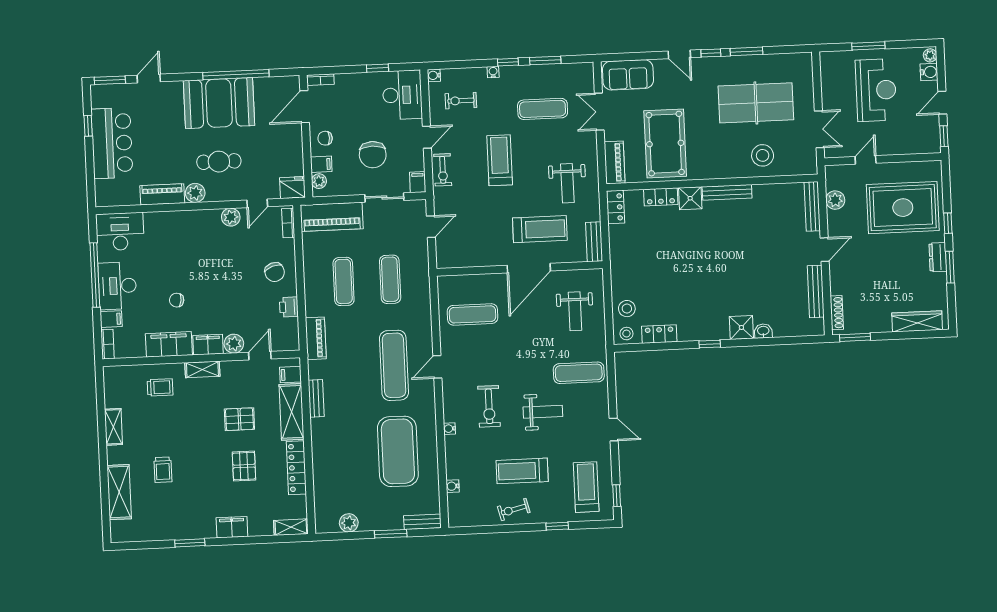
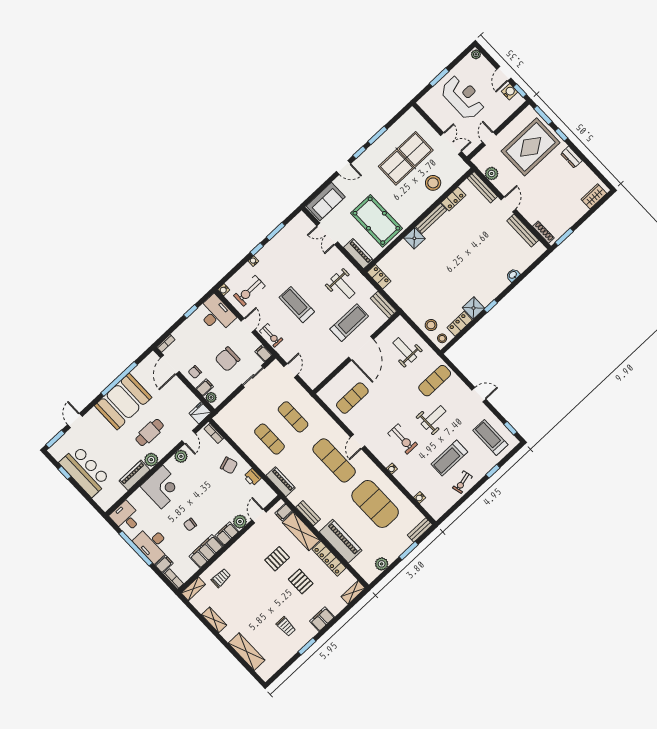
water cooler: (929, 72) -> (510, 92), moved
exercise bike: (461, 101) -> (249, 291), width x1.38, depth x1.39
exercise mat: (543, 109) -> (296, 258), removed
chair: (373, 155) -> (227, 359), turned 90
locker: (661, 197) -> (454, 199), moved
piano: (332, 217) -> (341, 541), moved, turned -90
desk: (120, 232) -> (126, 517), width x0.73
corner desk: (181, 233) -> (162, 487), added
window: (950, 267) -> (543, 115), moved
weight bench: (575, 311) -> (405, 350), turned 180
wardrobe: (917, 321) -> (594, 196), width x0.67
shower: (741, 327) -> (473, 308), moved
shelving: (202, 370) -> (193, 589), moved
trolley: (163, 470) -> (286, 626), moved

